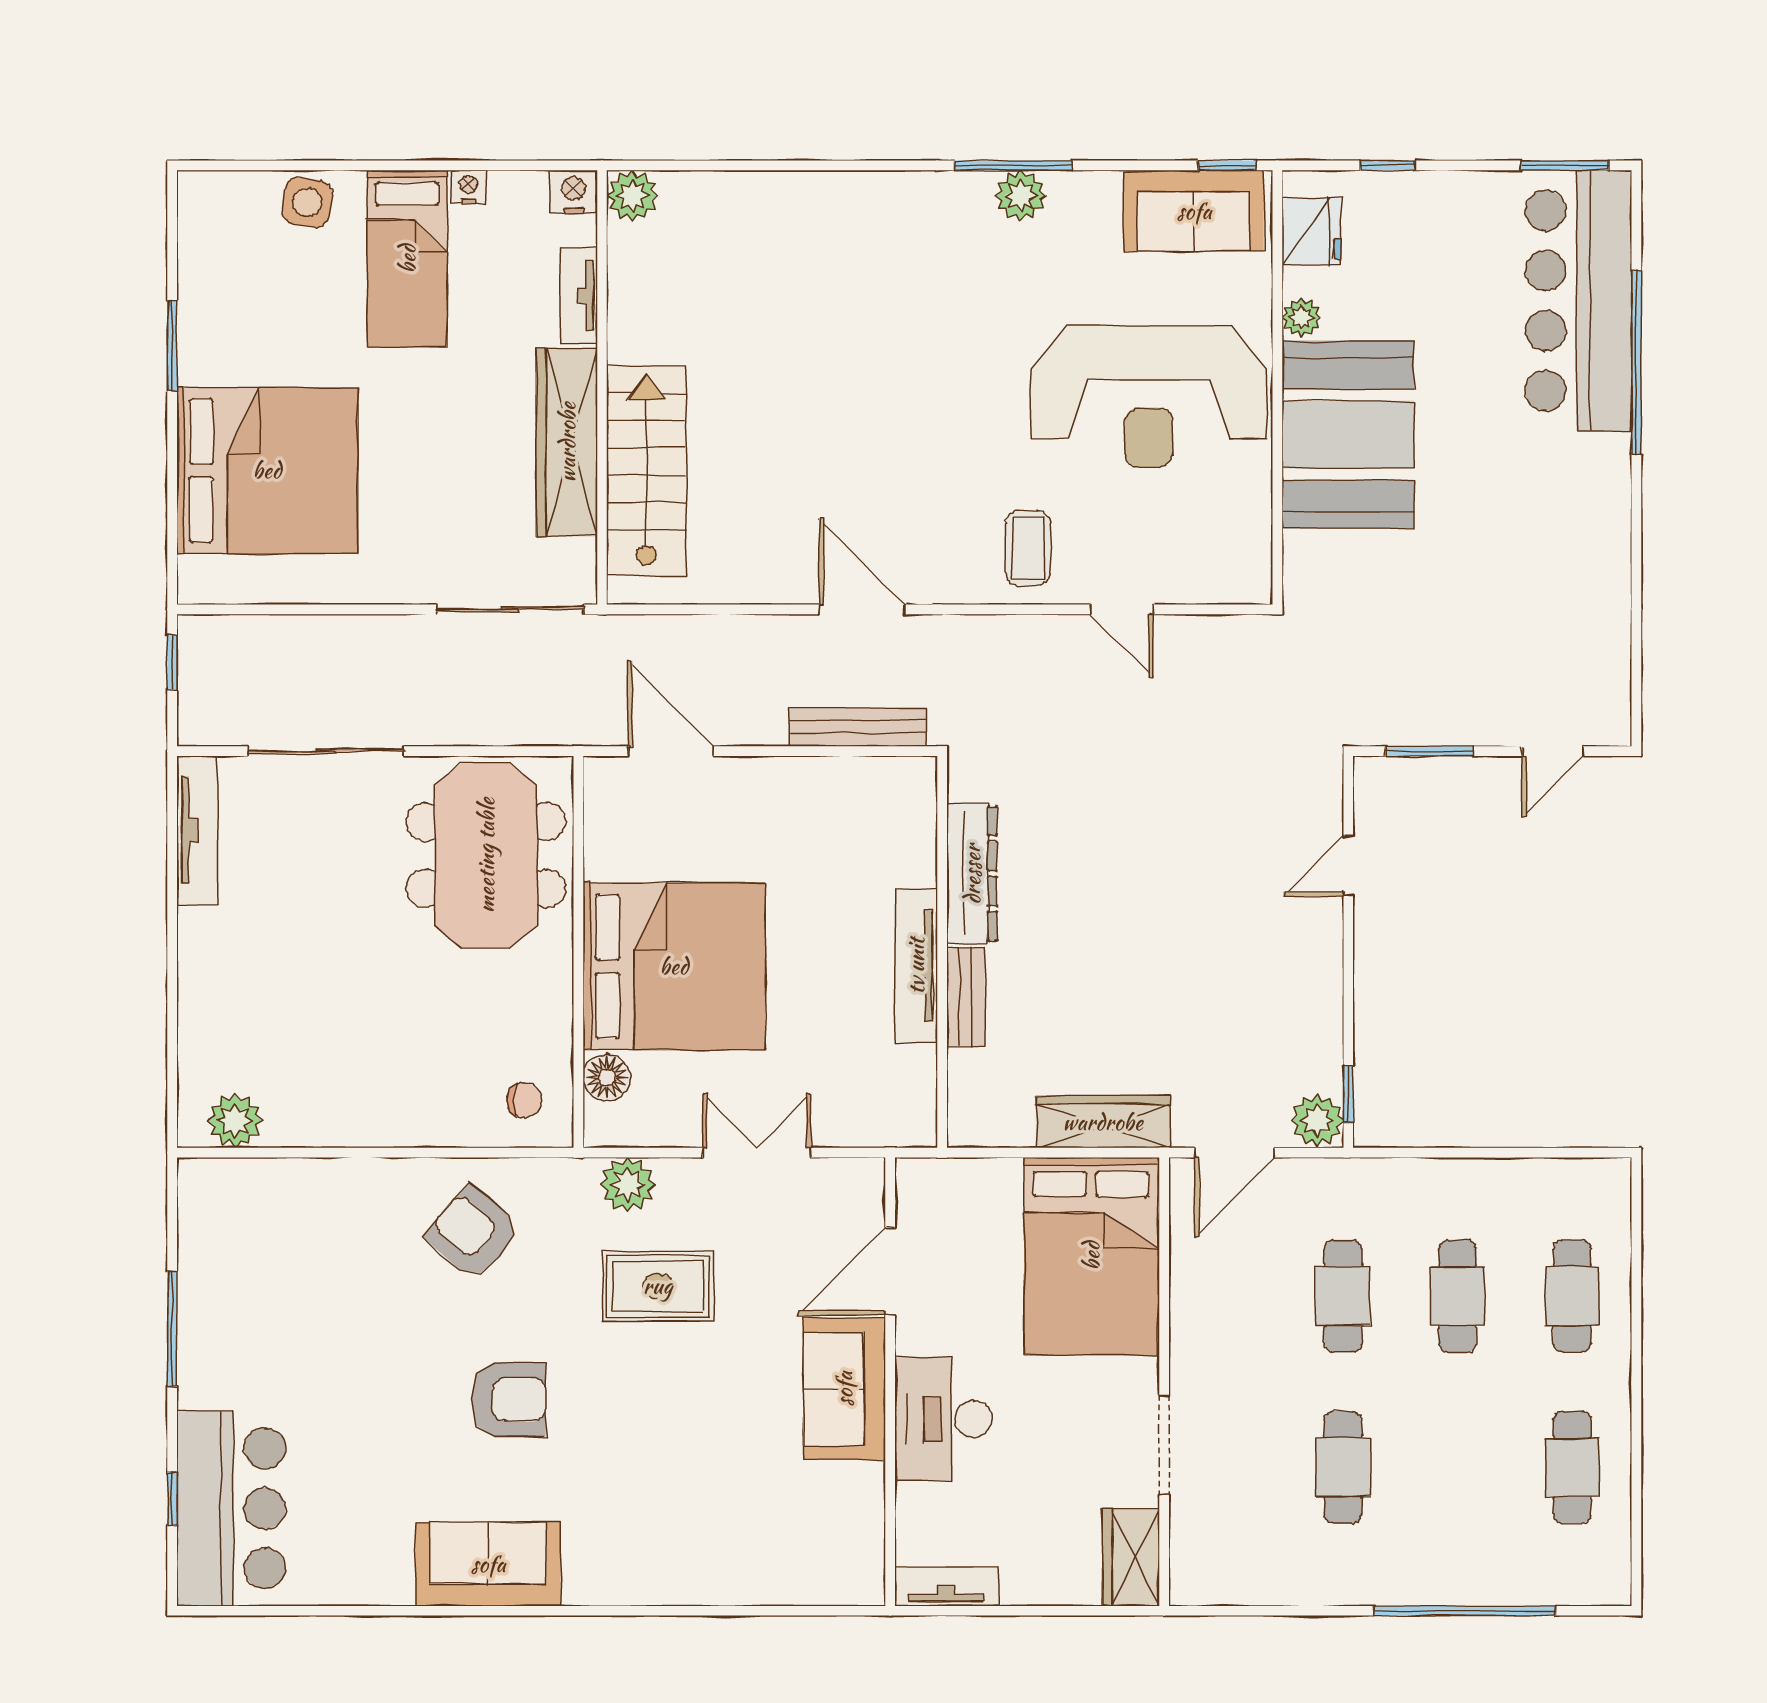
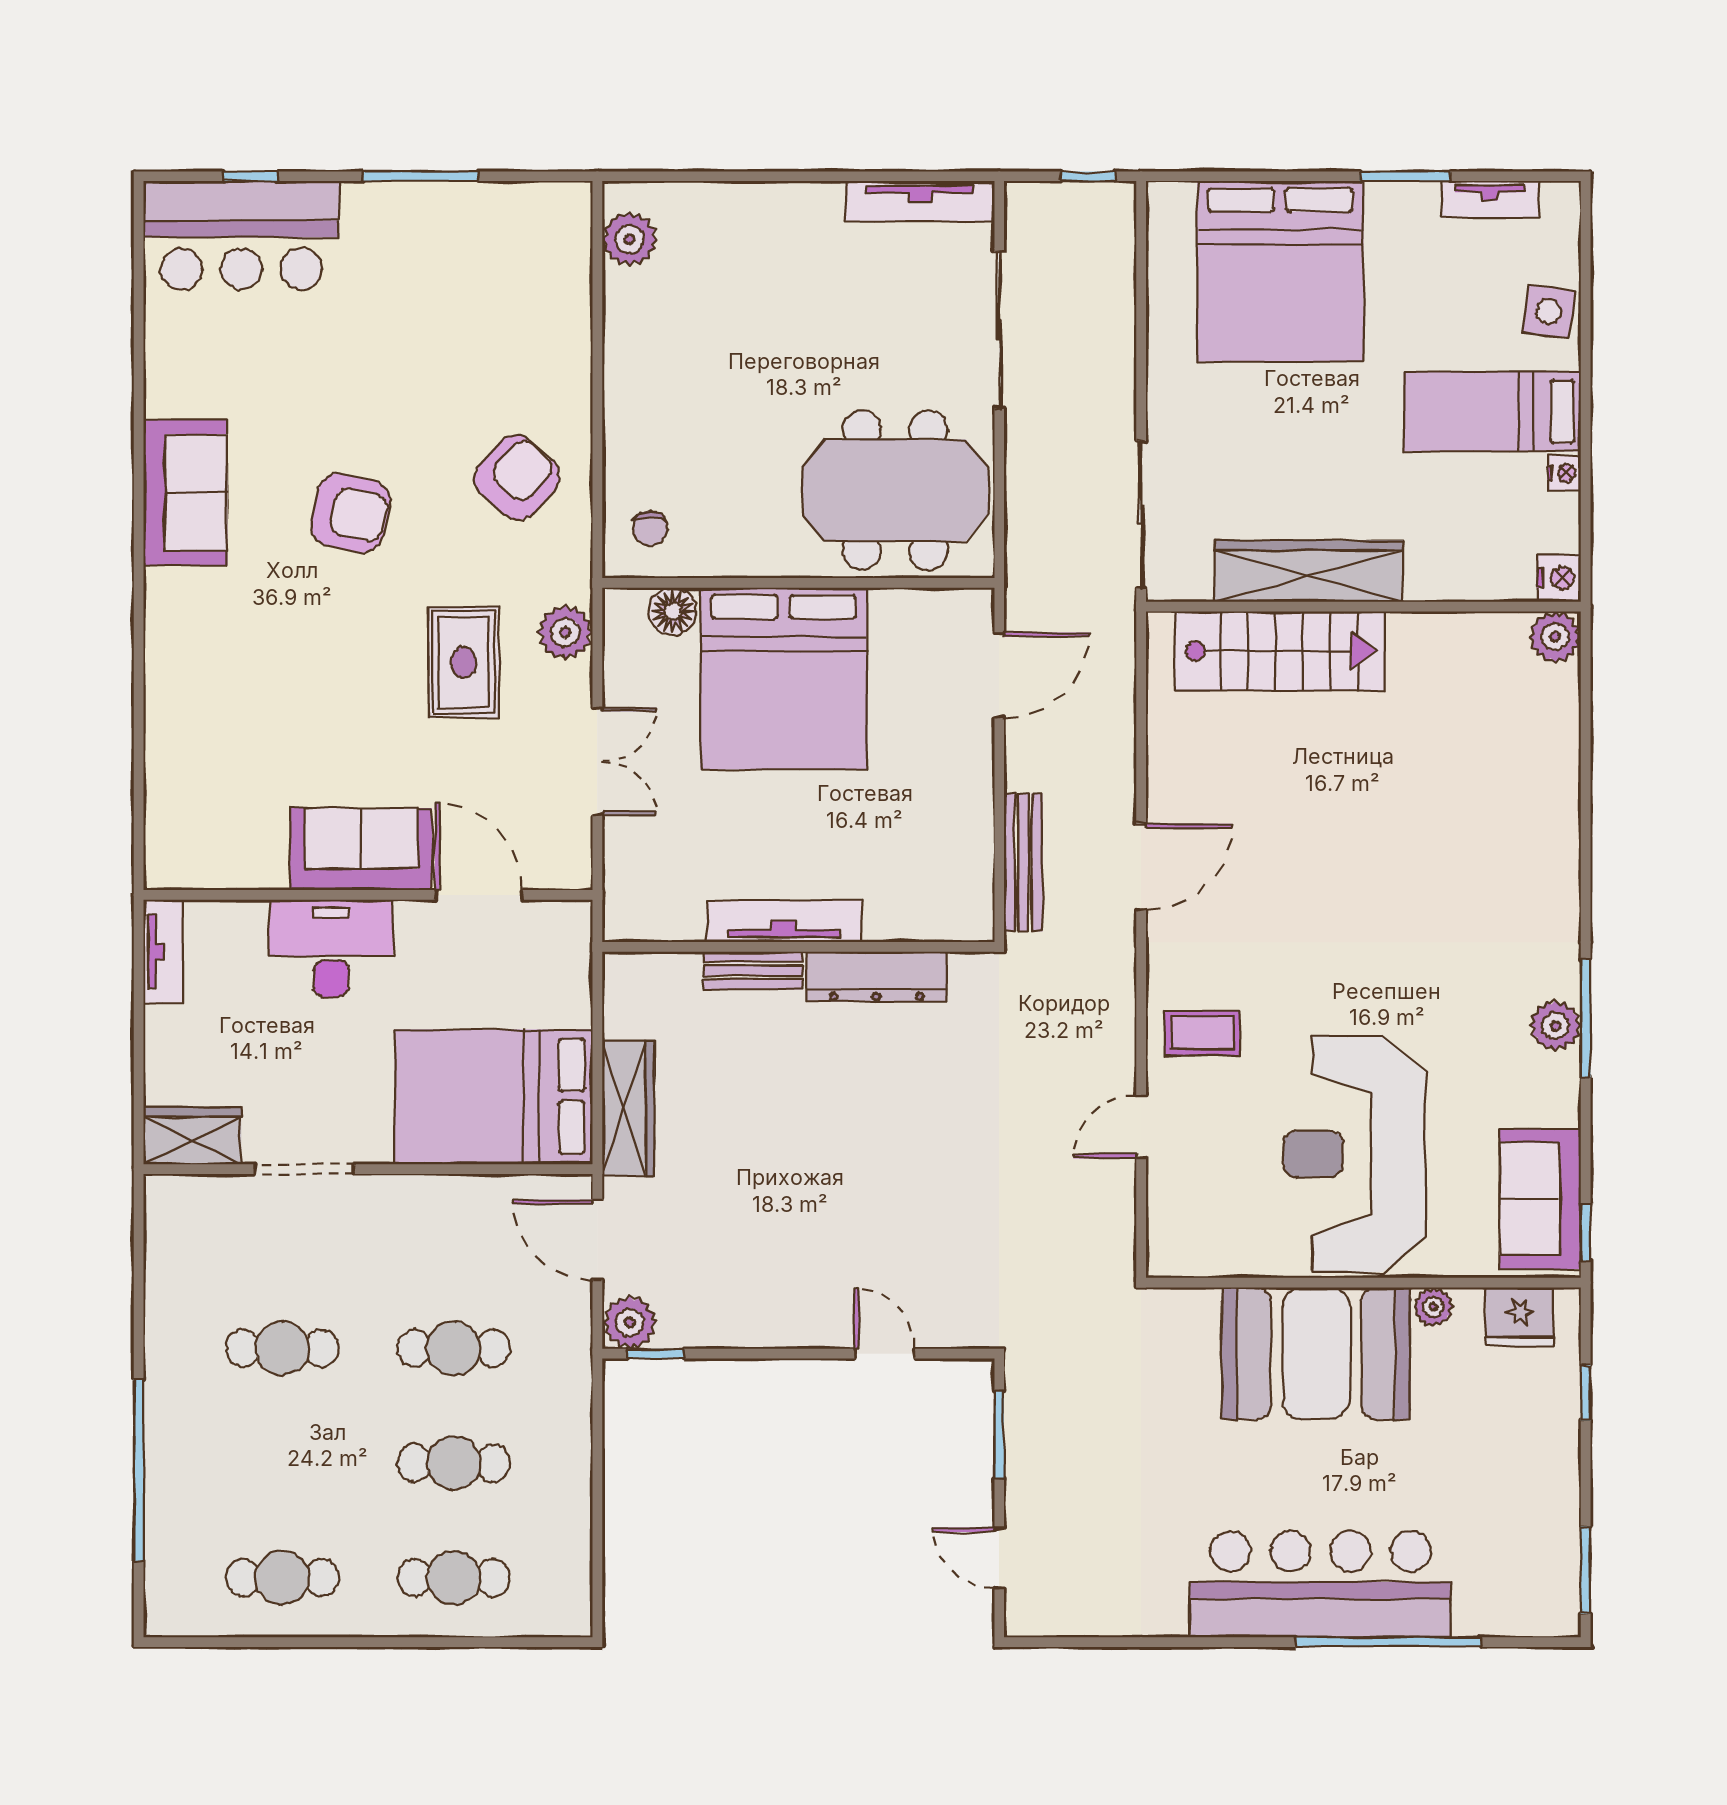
tv unit: (579, 296) -> (1490, 200), moved, turned 180
bar counter: (1579, 301) -> (1320, 1584), moved
armchair: (509, 1399) -> (350, 513), turned -78

